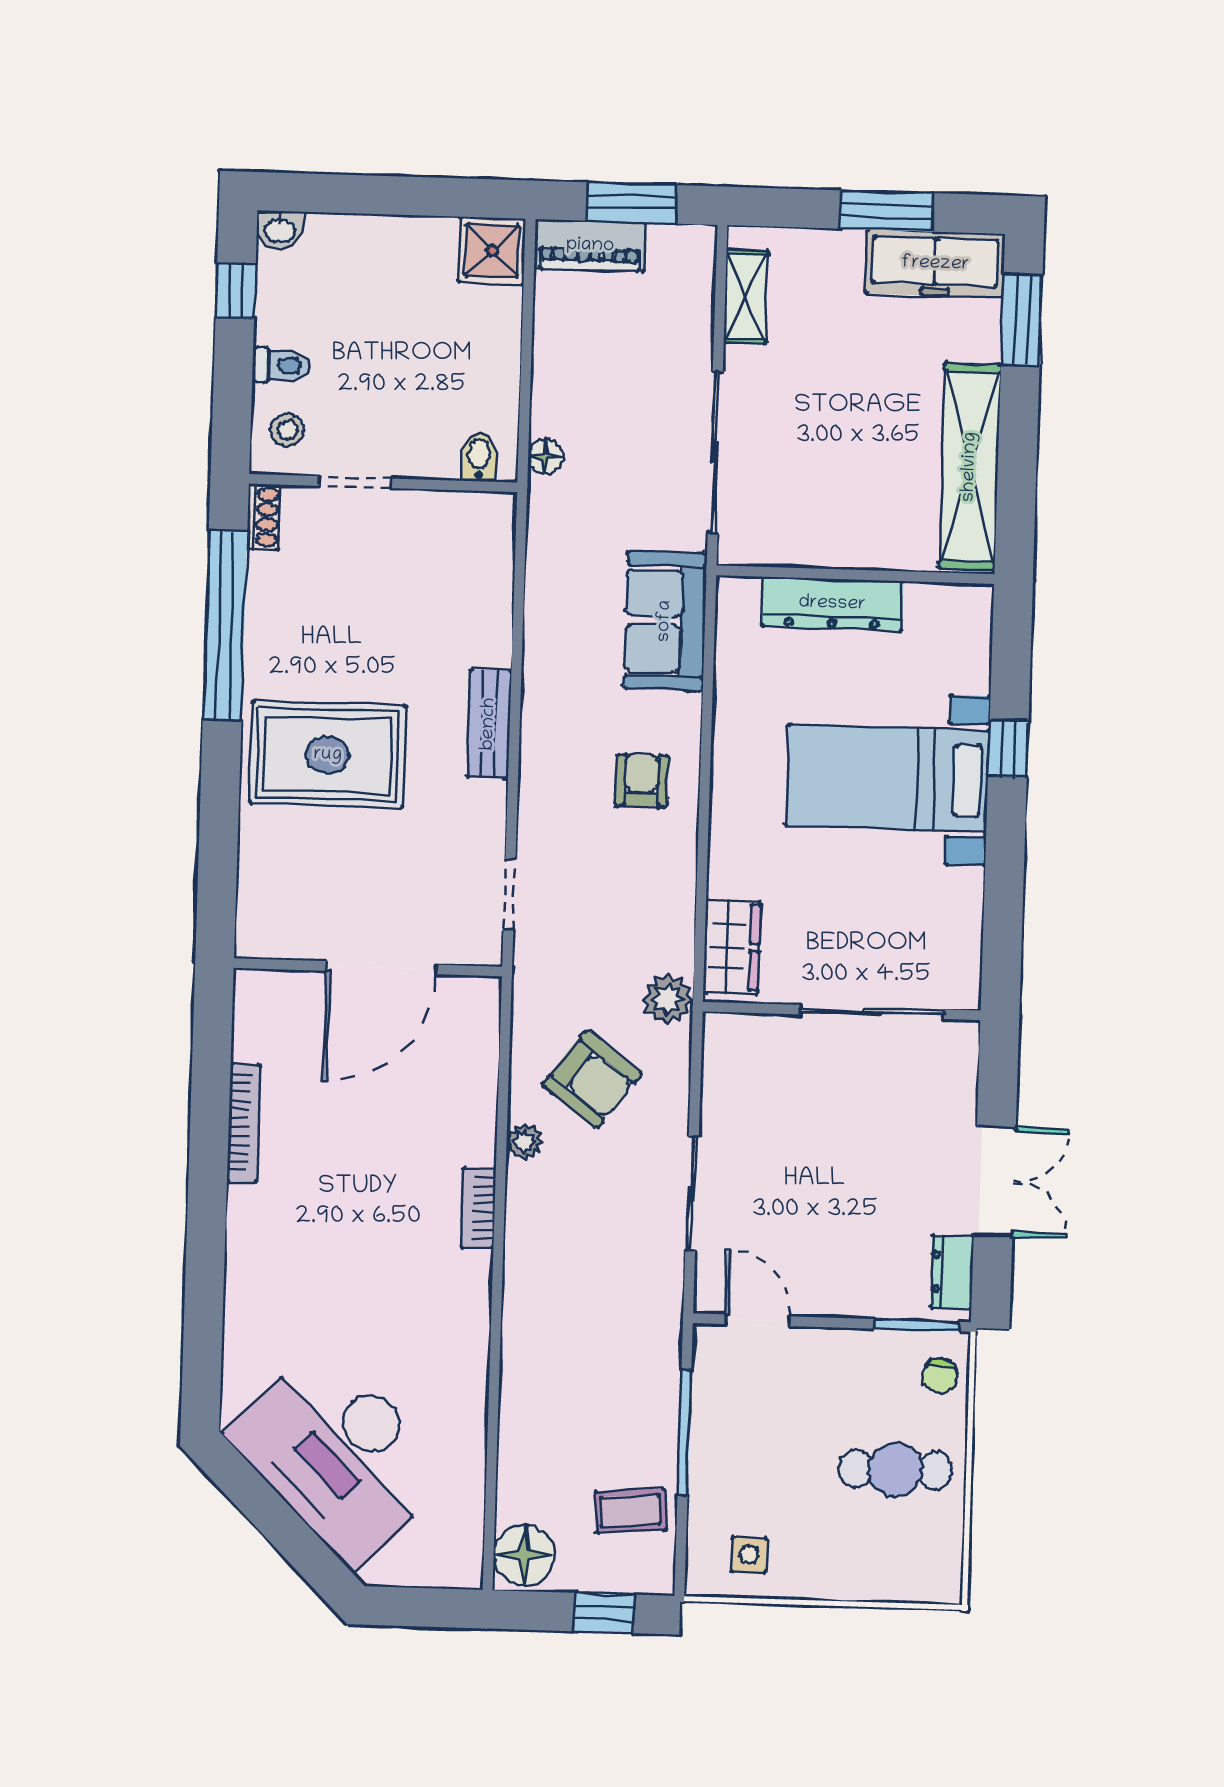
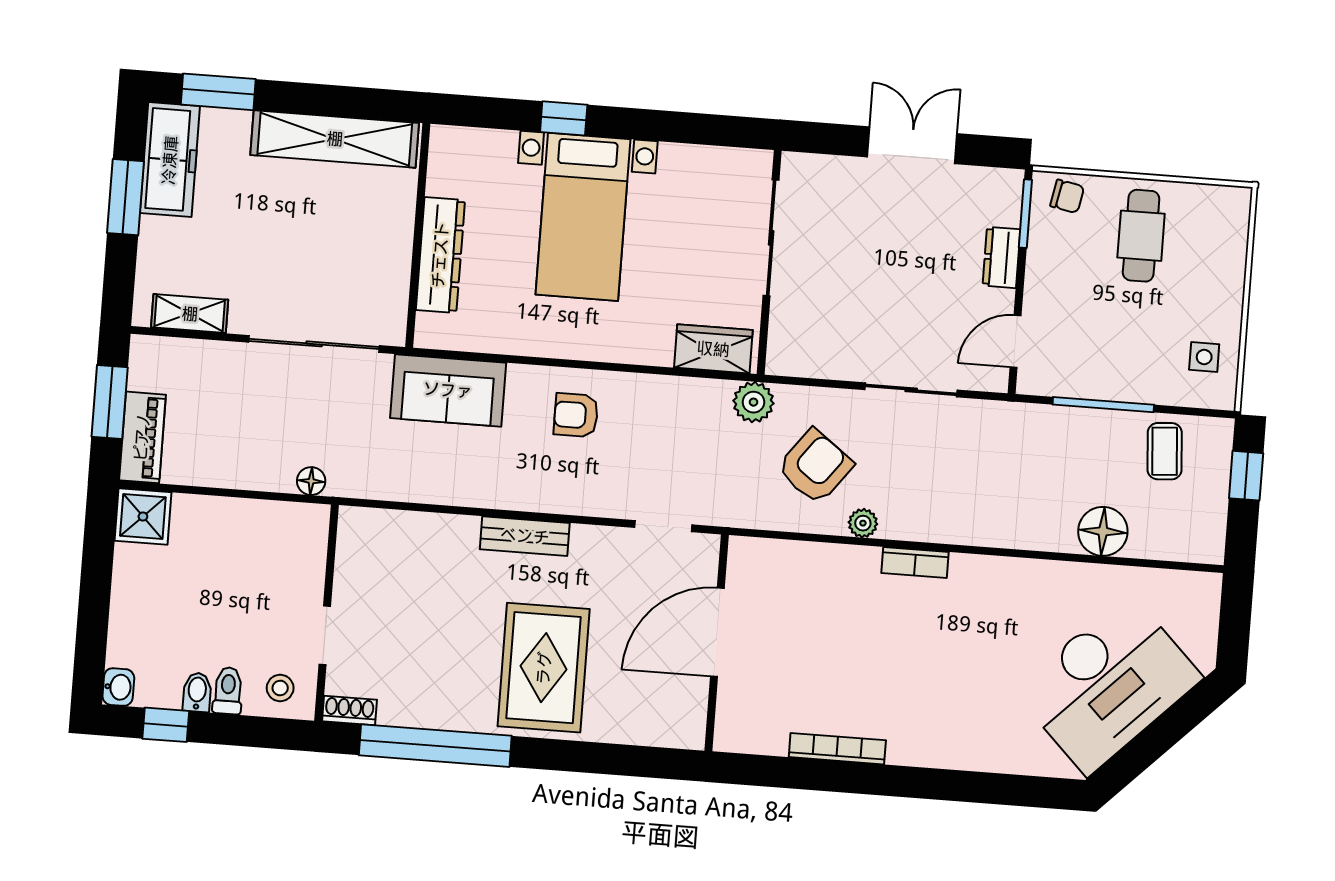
bidet: (479, 457) -> (197, 692), moved, turned 90
door: (381, 968) -> (717, 632), swing flipped
dresser: (952, 1272) -> (1001, 257), moved, turned 90
floor lamp: (524, 1555) -> (1103, 531), moved

